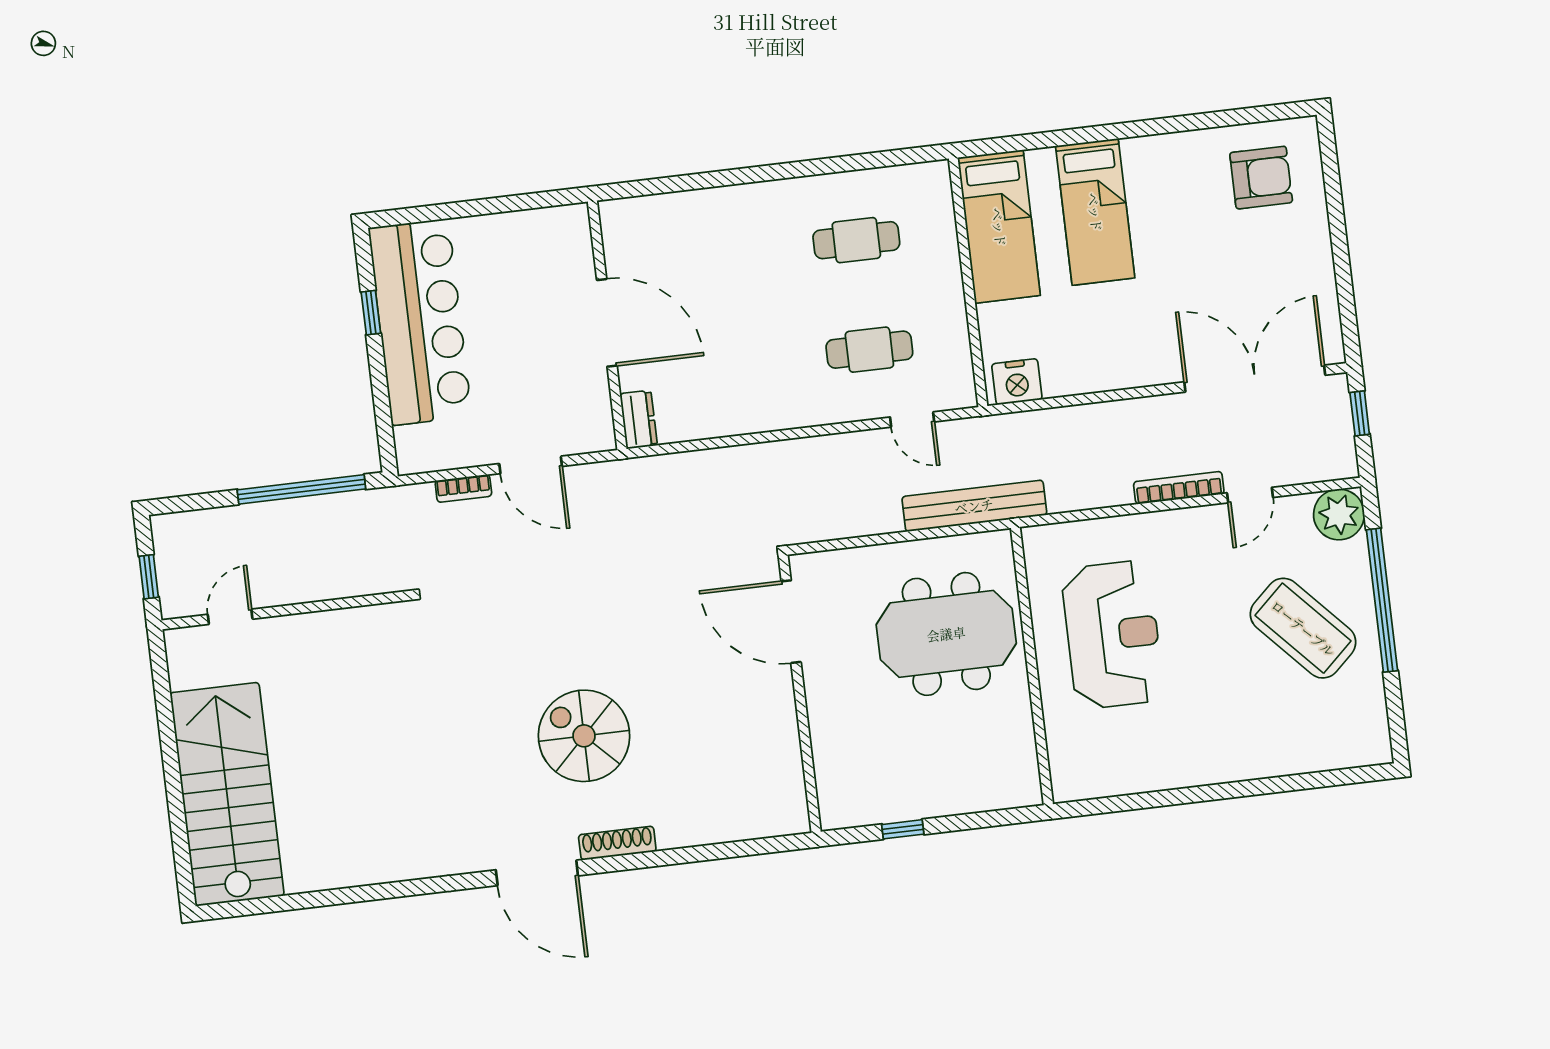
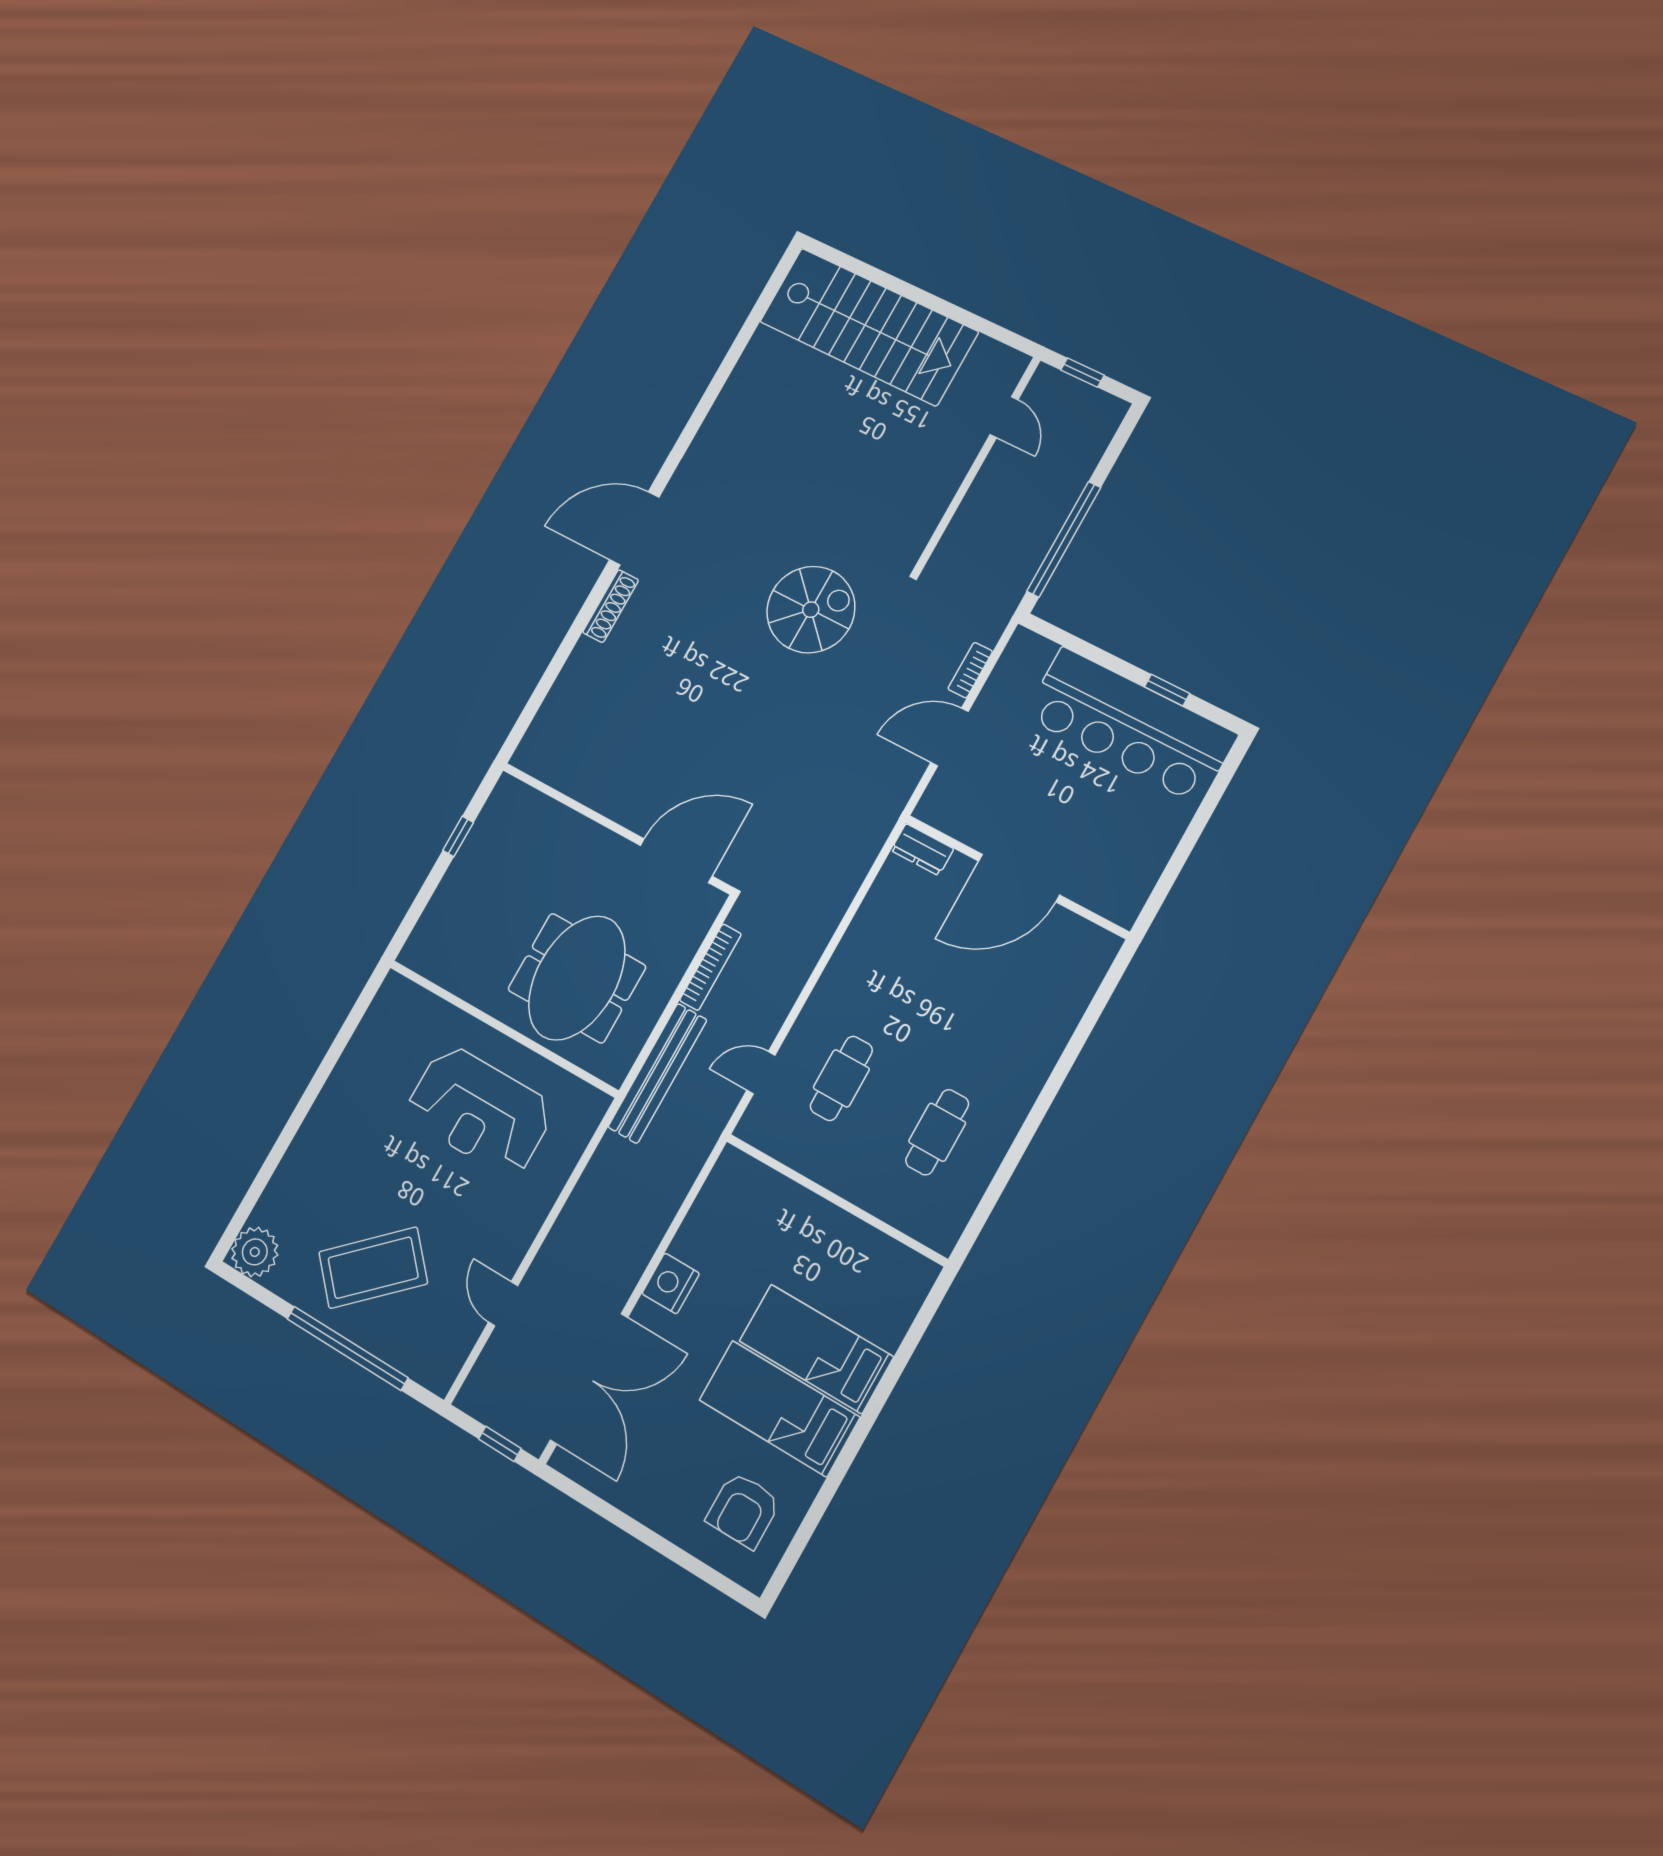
bed: (999, 227) -> (779, 1409), moved
nightstand: (1017, 382) -> (671, 1283), moved
bookcase: (1179, 488) -> (710, 967), moved
plant: (1339, 514) -> (255, 1252), moved
spiral stairs: (584, 736) -> (811, 610), moved

